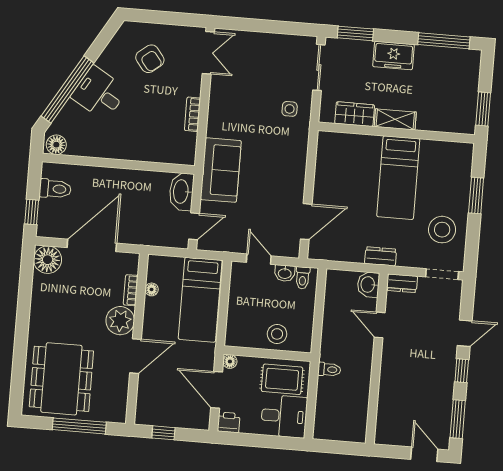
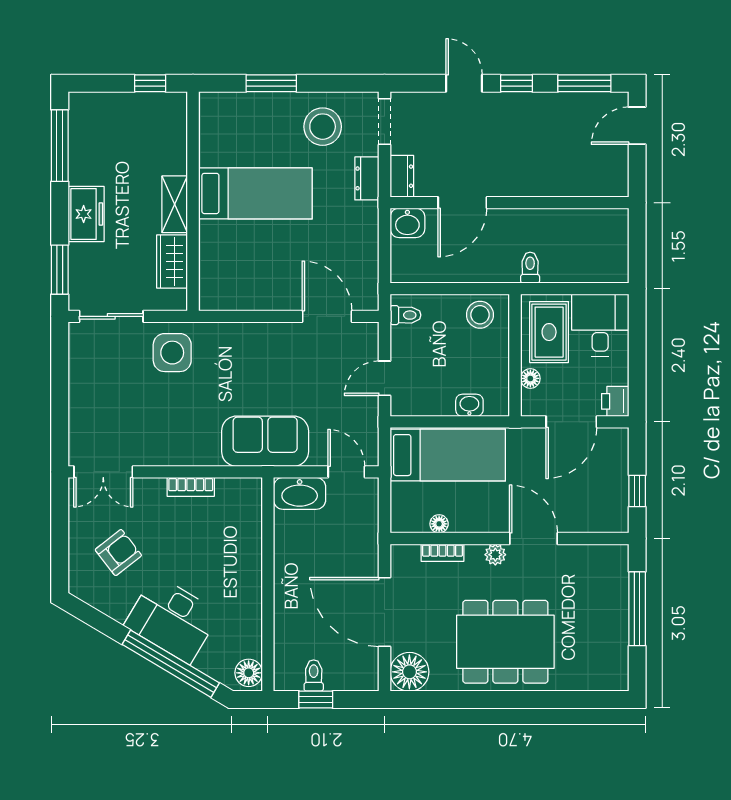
double door: (208, 53) -> (103, 472), swing flipped
desk: (99, 93) -> (172, 619), width x1.37
side table: (290, 109) -> (172, 353), width x1.87, depth x1.87
window: (483, 109) -> (150, 83), width x0.67
toilet: (55, 189) -> (314, 676), width x0.73, depth x0.72
window: (32, 212) -> (316, 700), moved
dresser: (381, 256) -> (367, 178), moved
washbasin: (285, 273) -> (469, 405), moved, turned -90
plant: (120, 321) -> (495, 555), width x0.53, depth x0.53
door: (380, 325) -> (462, 203), width x1.38
stool: (277, 334) -> (480, 315), moved
floor lamp: (230, 362) -> (530, 378), moved
dining table: (61, 379) -> (505, 642), moved

